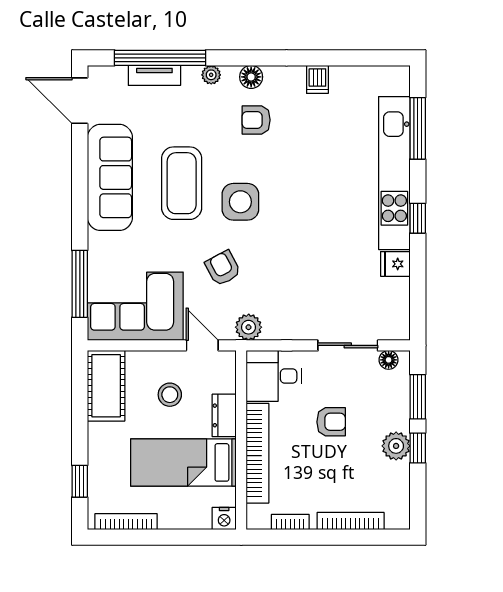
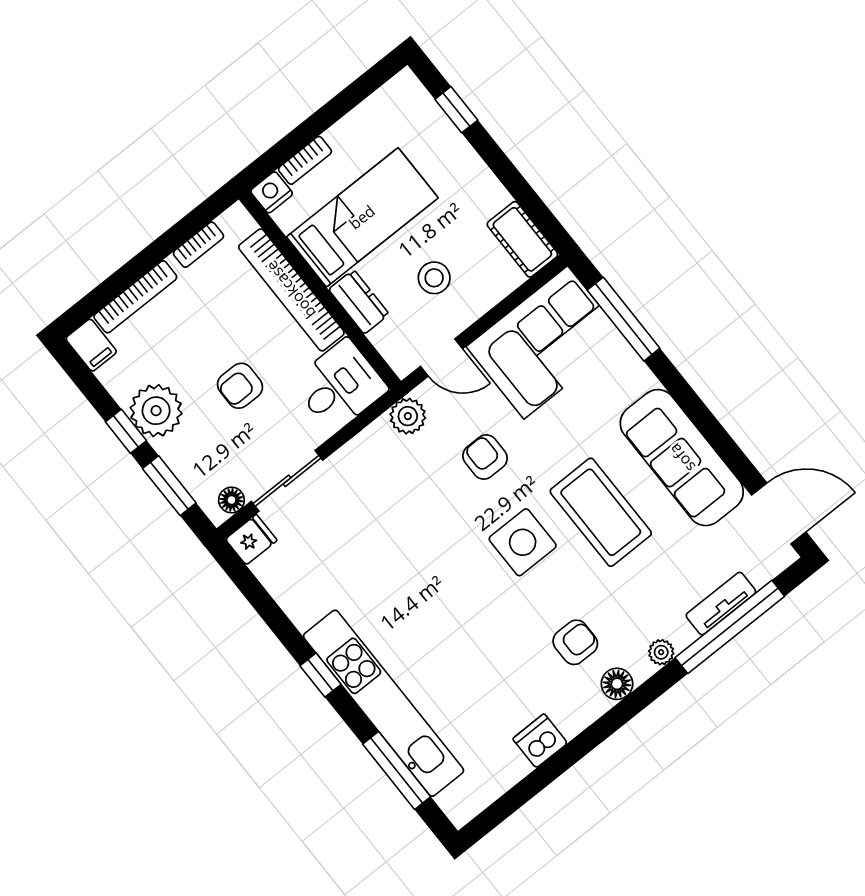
dishwasher: (317, 79) -> (540, 741), width x1.38
fridge: (395, 264) -> (251, 540), moved
armchair: (223, 268) -> (485, 457), turned -152
cot: (106, 386) -> (522, 239), width x0.73, depth x0.75
plant: (396, 446) -> (156, 411), width x1.36, depth x1.36
filing cabinet: (398, 513) -> (91, 345), added
bookcase: (126, 522) -> (305, 160), moved, width x0.64

